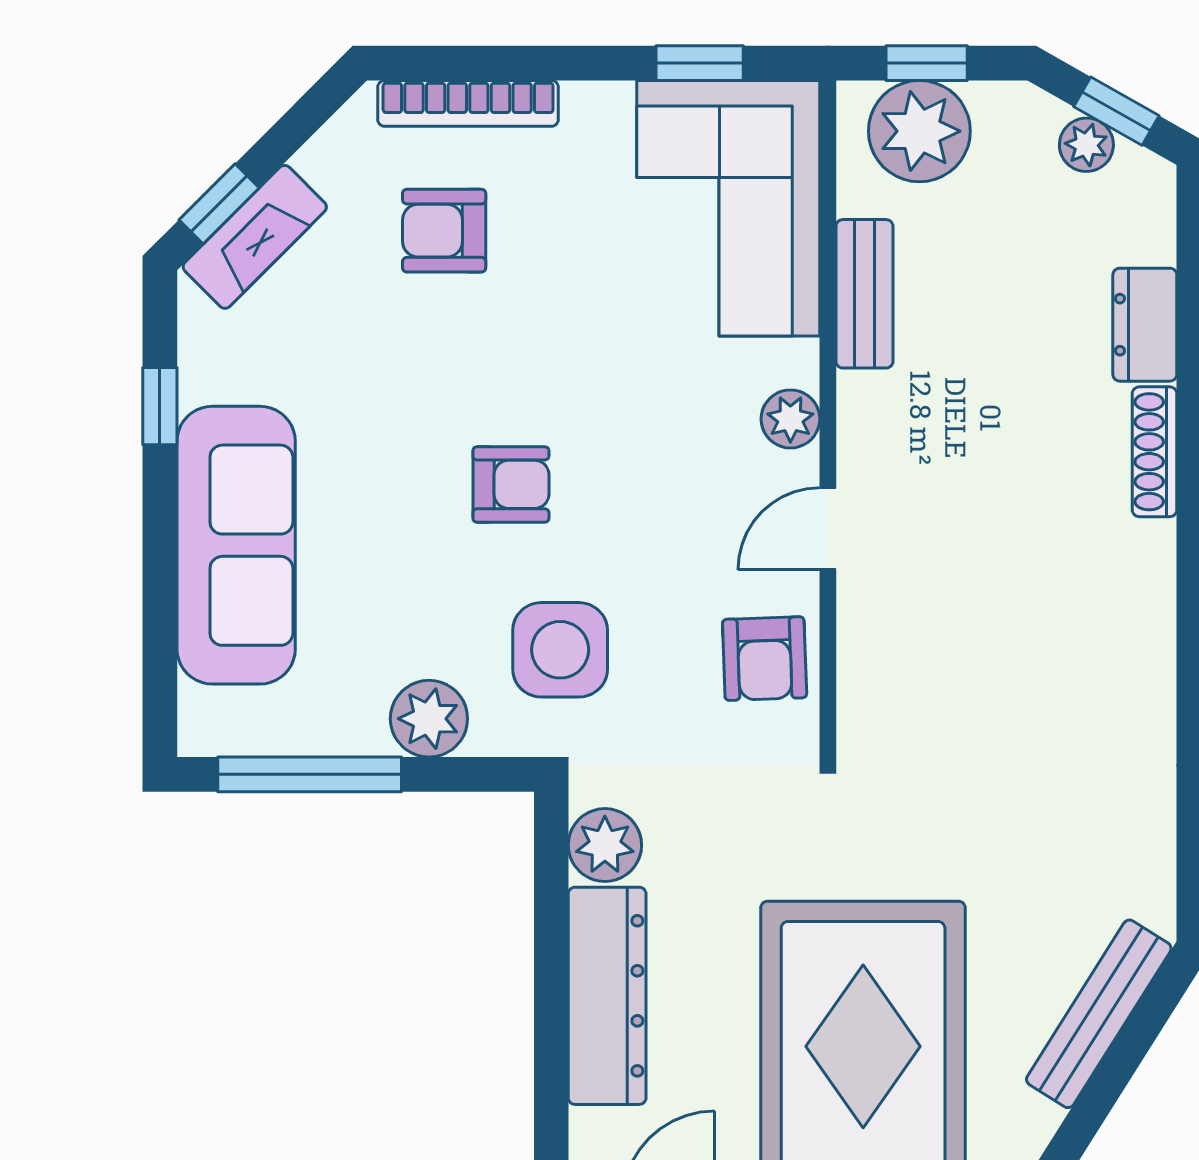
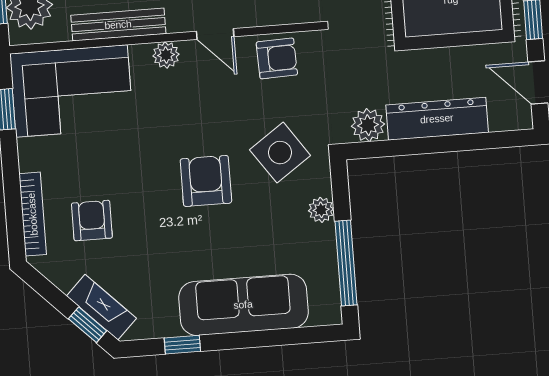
armchair: (444, 231) -> (92, 221), turned 180
bench: (864, 294) -> (118, 25), width x1.36
armchair: (511, 484) -> (206, 181), width x1.38, depth x1.38
side table: (560, 650) -> (280, 153), turned -35
plant: (429, 719) -> (321, 210), width x0.73, depth x0.73

